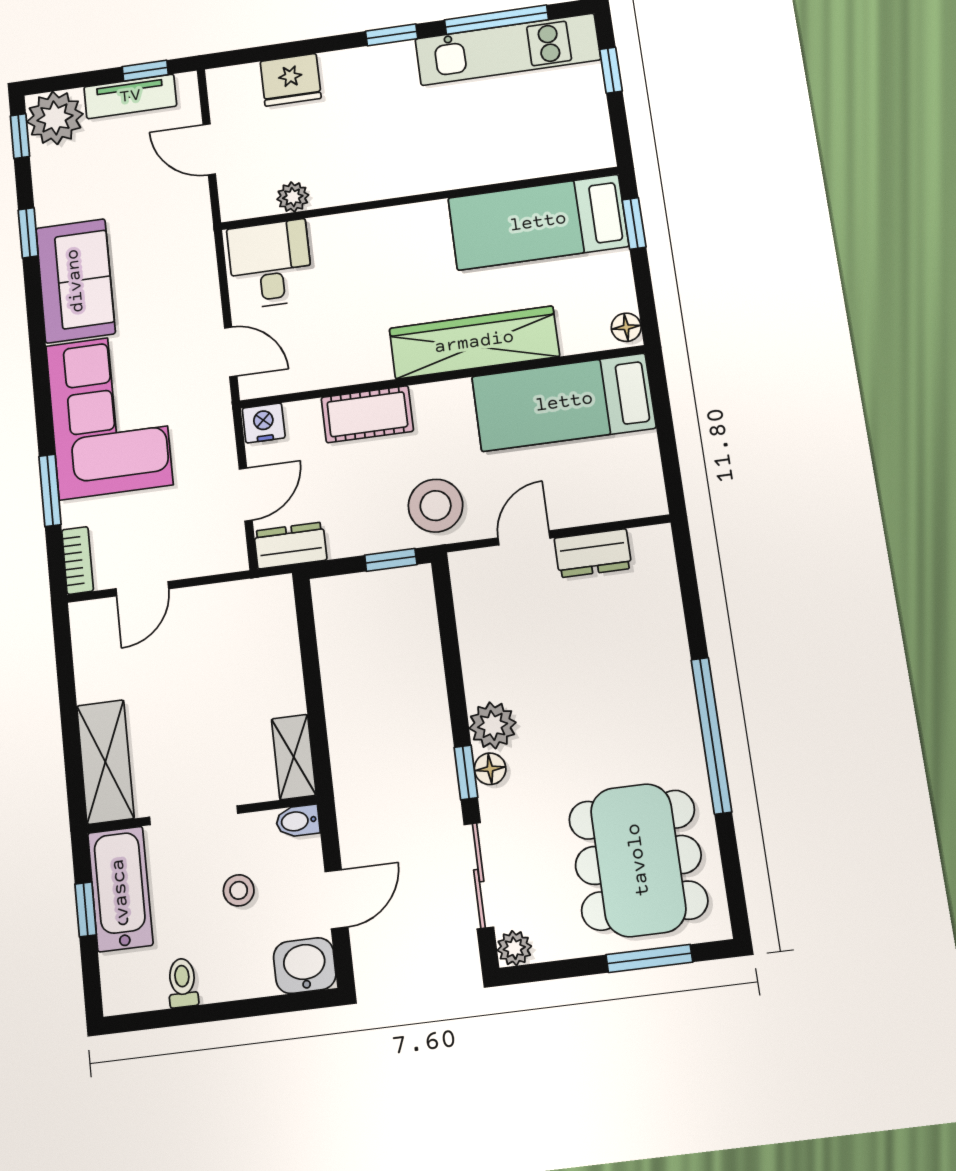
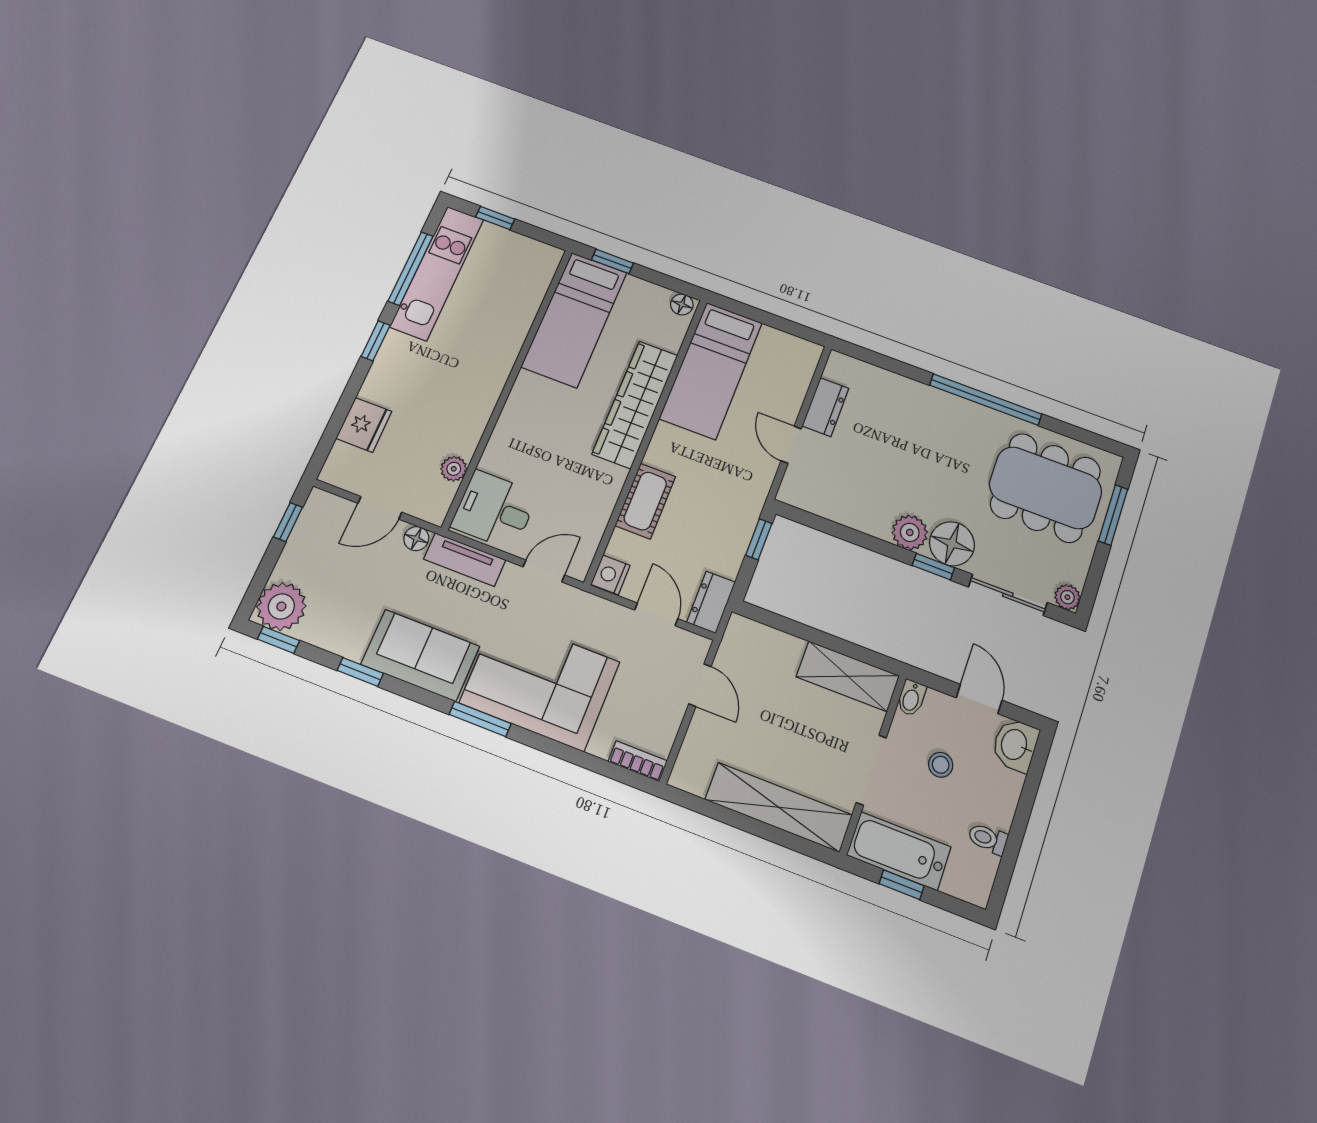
tv unit: (130, 96) -> (465, 560), moved, turned 90
floor lamp: (196, 205) -> (416, 539), added
window: (50, 490) -> (480, 719), moved
stool: (436, 506) -> (737, 490), removed
door: (142, 589) -> (700, 685), moved
shelving: (294, 757) -> (848, 676), width x1.50, depth x1.33
shelving: (105, 762) -> (779, 807), width x1.47
floor lamp: (490, 769) -> (952, 544), width x1.89, depth x1.89

